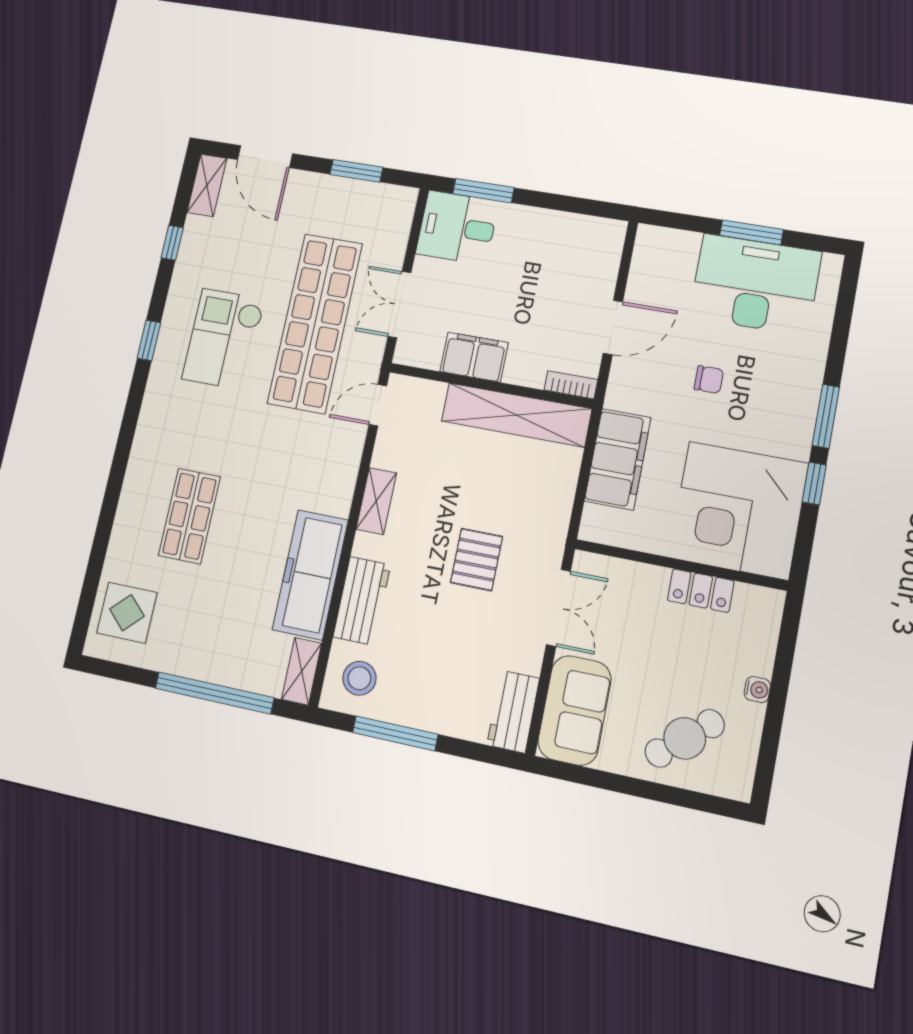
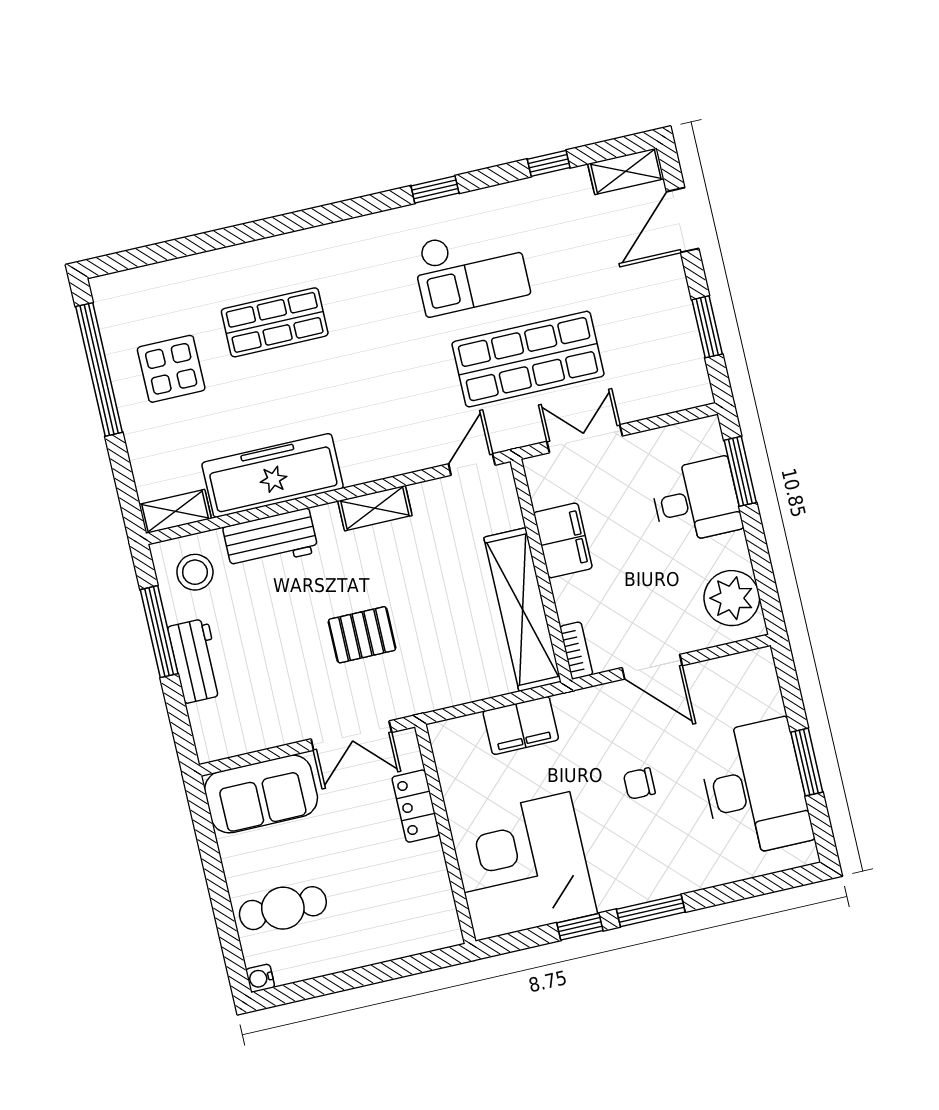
desk: (457, 227) -> (696, 501), moved, turned 90
plant: (584, 239) -> (732, 598), added
shop shelf: (315, 323) -> (528, 359), width x0.71
checkout: (223, 339) -> (471, 270), turned 180
chair: (709, 380) -> (639, 784), turned 90
door: (378, 405) -> (472, 465), hinge flipped
filing cabinet: (618, 459) -> (521, 726), width x0.67, depth x0.86
locker: (701, 591) -> (416, 806), moved
display table: (127, 613) -> (171, 369), moved
water cooler: (757, 690) -> (260, 978), moved, turned 90
window: (214, 693) -> (99, 369), moved
workbench: (513, 712) -> (196, 661), moved, turned 90
cafe table: (685, 738) -> (283, 908), turned -49

